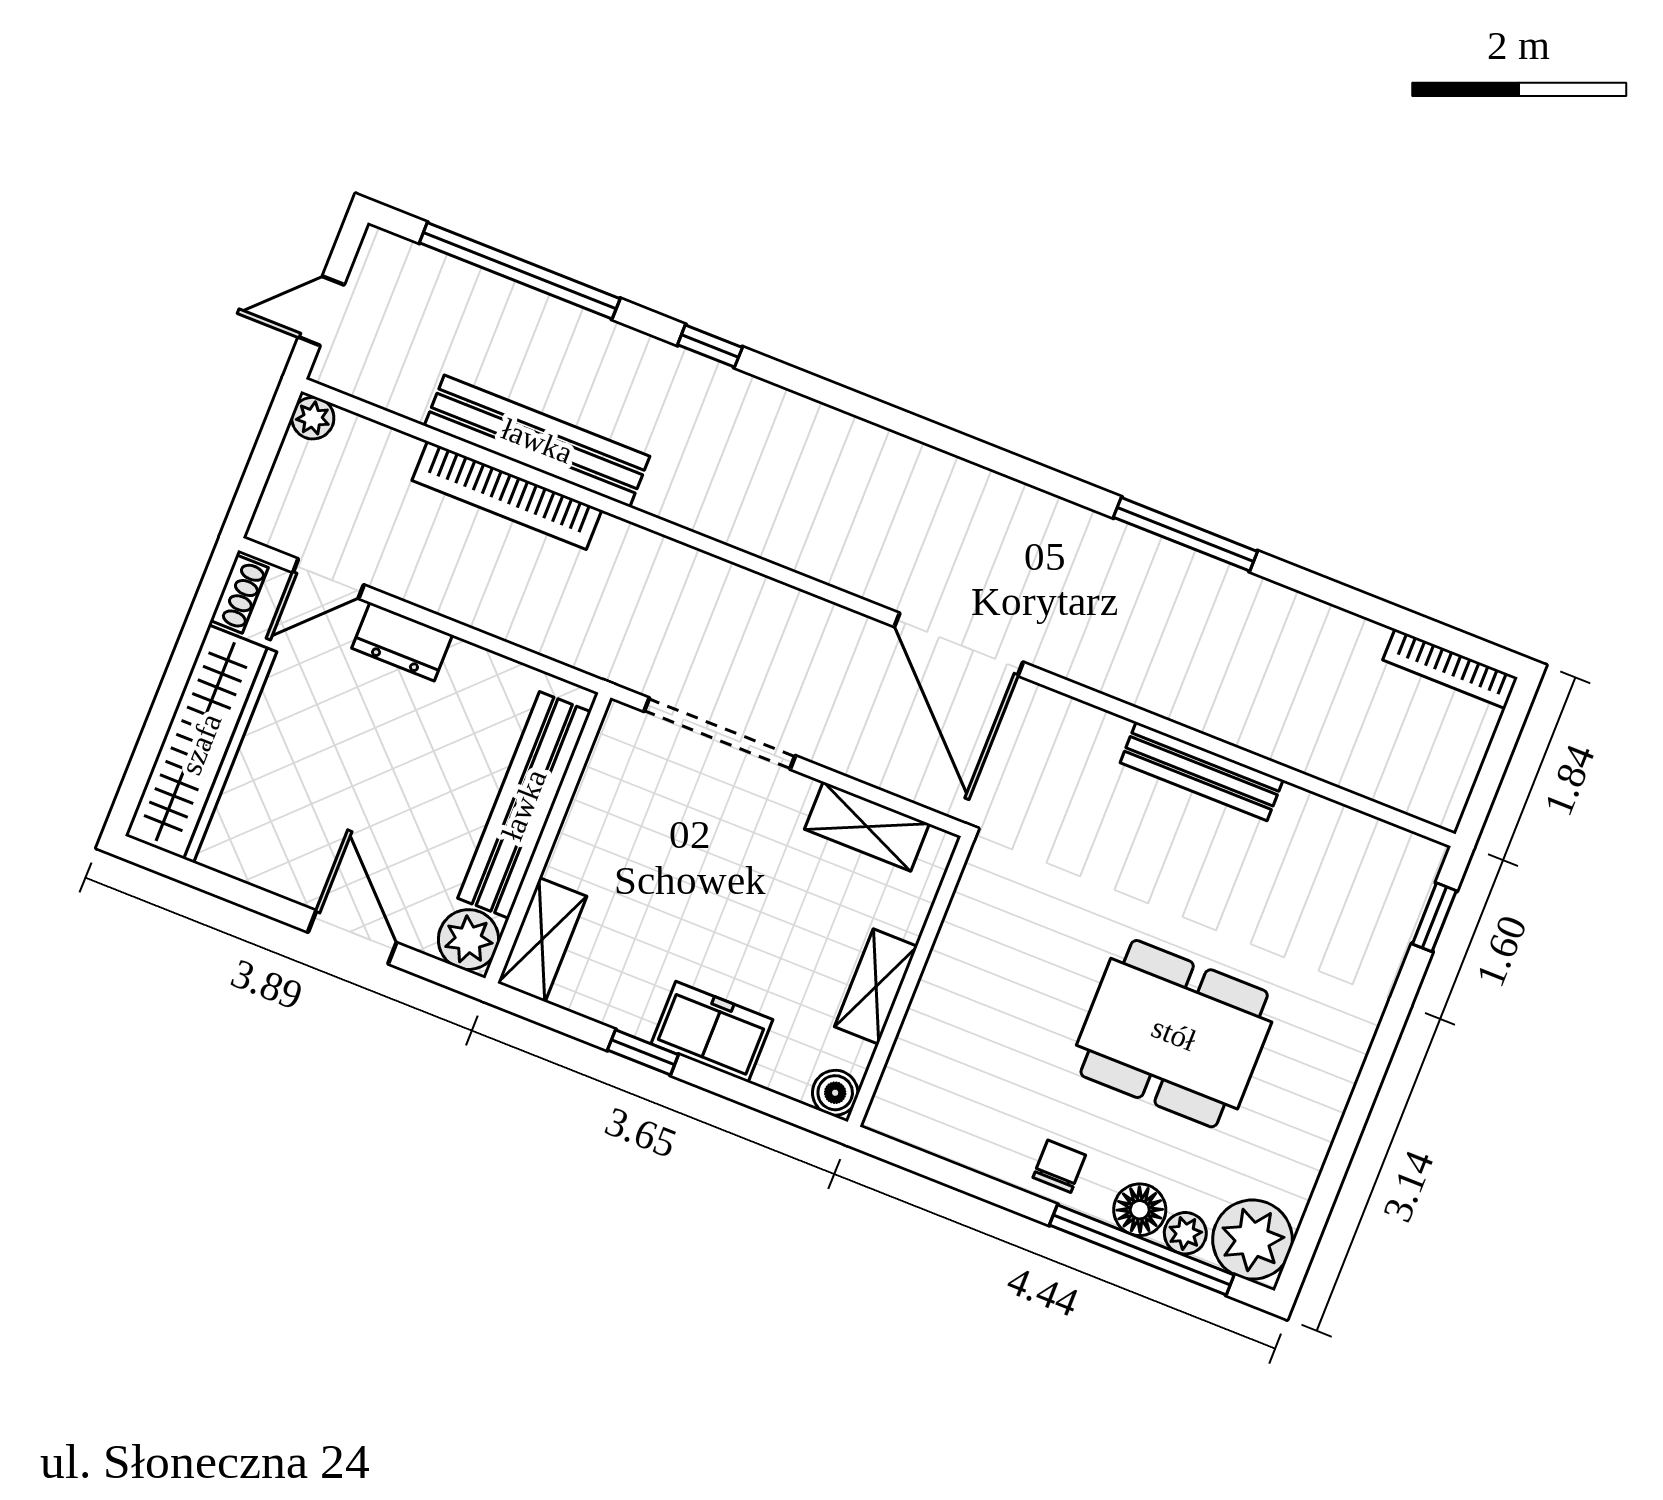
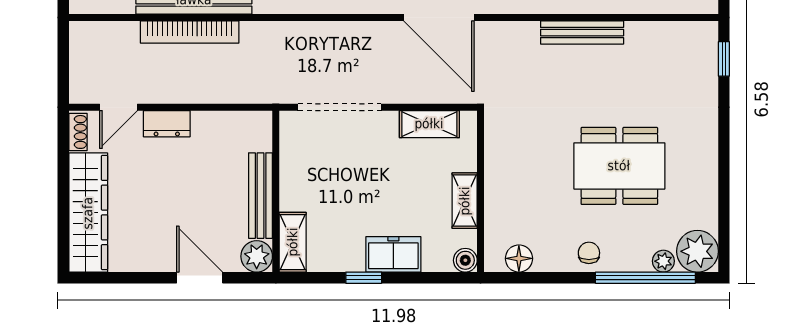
plant: (313, 418) -> (80, 32), removed
bench: (524, 805) -> (261, 196), width x0.73, depth x0.82
floor lamp: (1140, 1210) -> (519, 258), moved

